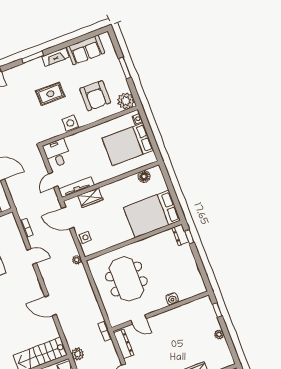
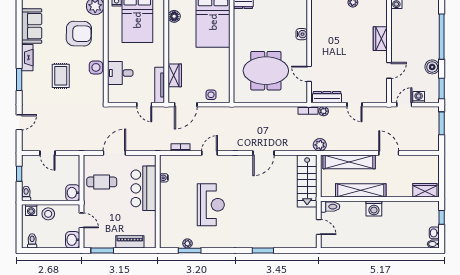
desk: (57, 153) -> (120, 73), moved
plant: (77, 260) -> (324, 111), moved
door: (139, 320) -> (309, 74), swing flipped

